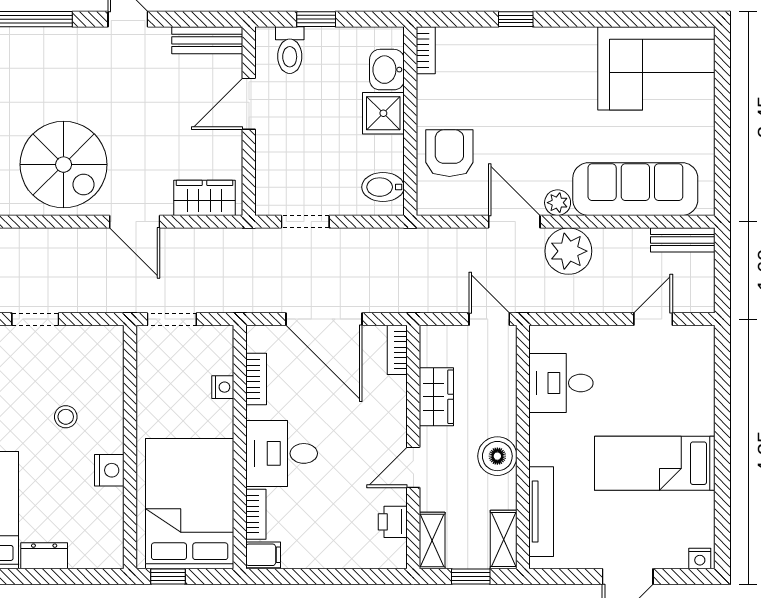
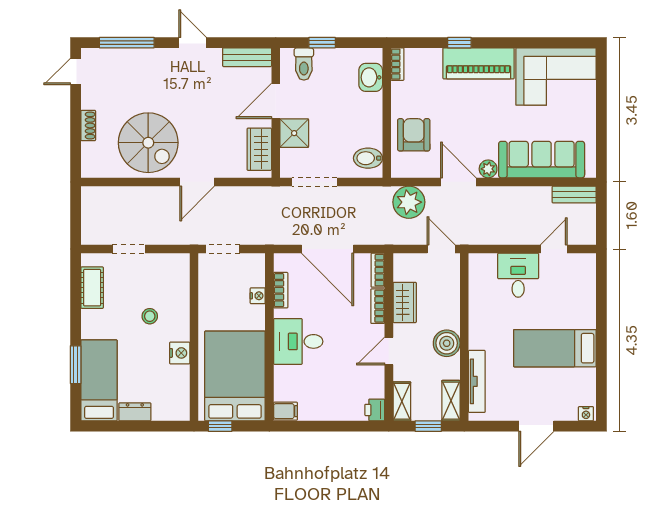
piano: (544, 49) -> (479, 63), added
shower: (383, 113) -> (294, 133), moved
wardrobe: (205, 198) -> (259, 149), moved, turned -90
door: (135, 222) -> (197, 182), hinge flipped
doorway: (305, 222) -> (315, 182), width x1.38
plant: (568, 251) -> (409, 202), moved
desk: (561, 383) -> (518, 275), moved, turned 90
bookcase: (256, 514) -> (378, 306), moved, turned 180
printer: (393, 522) -> (375, 410), moved

